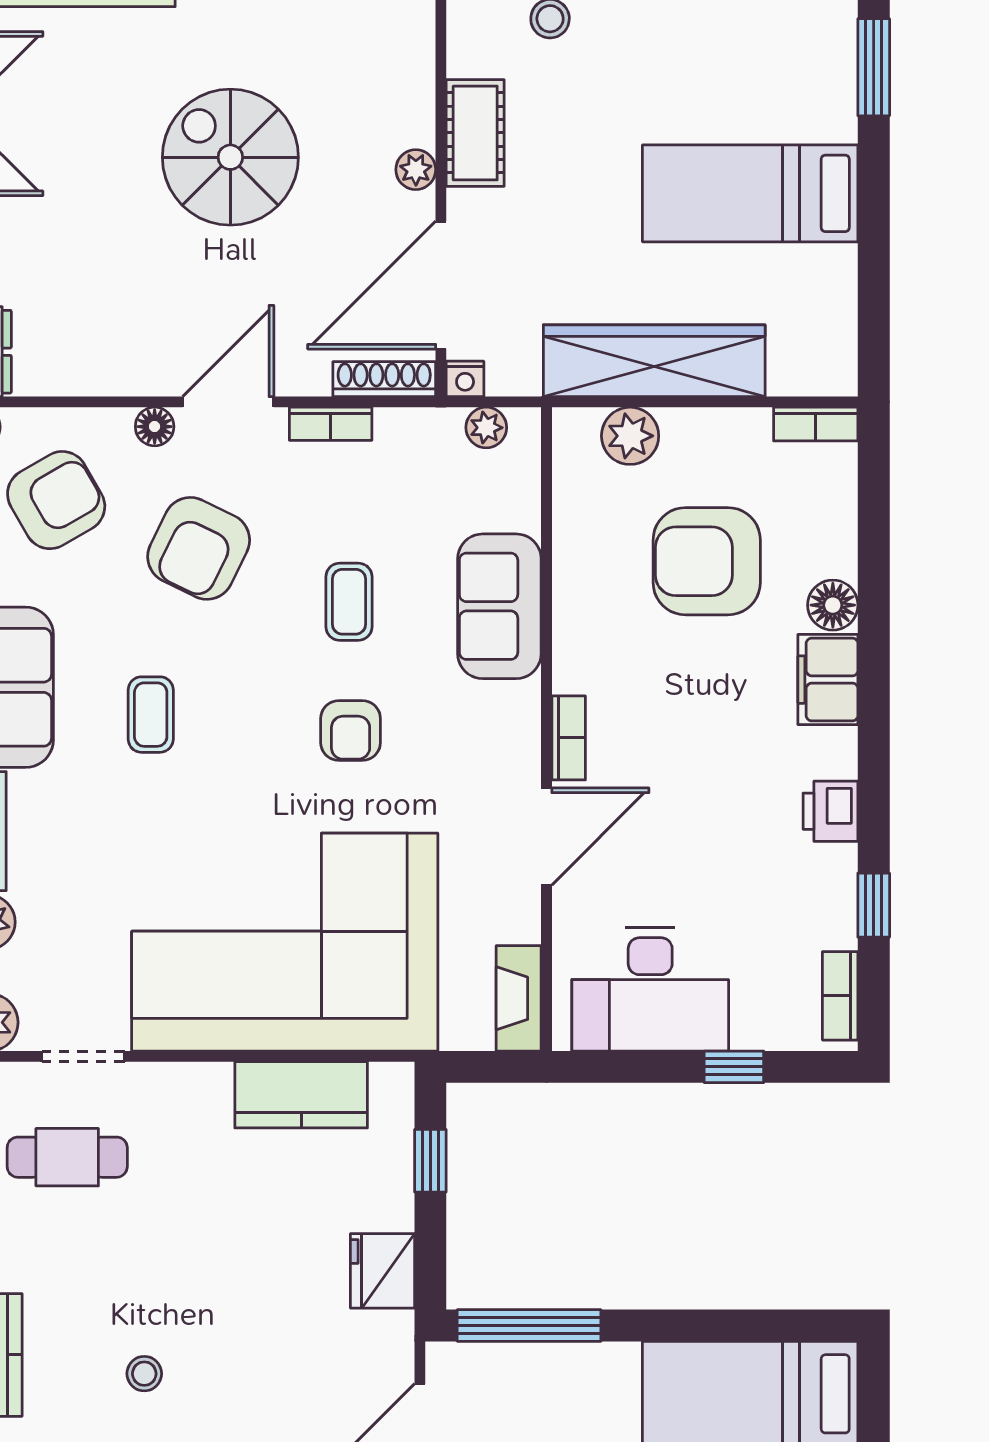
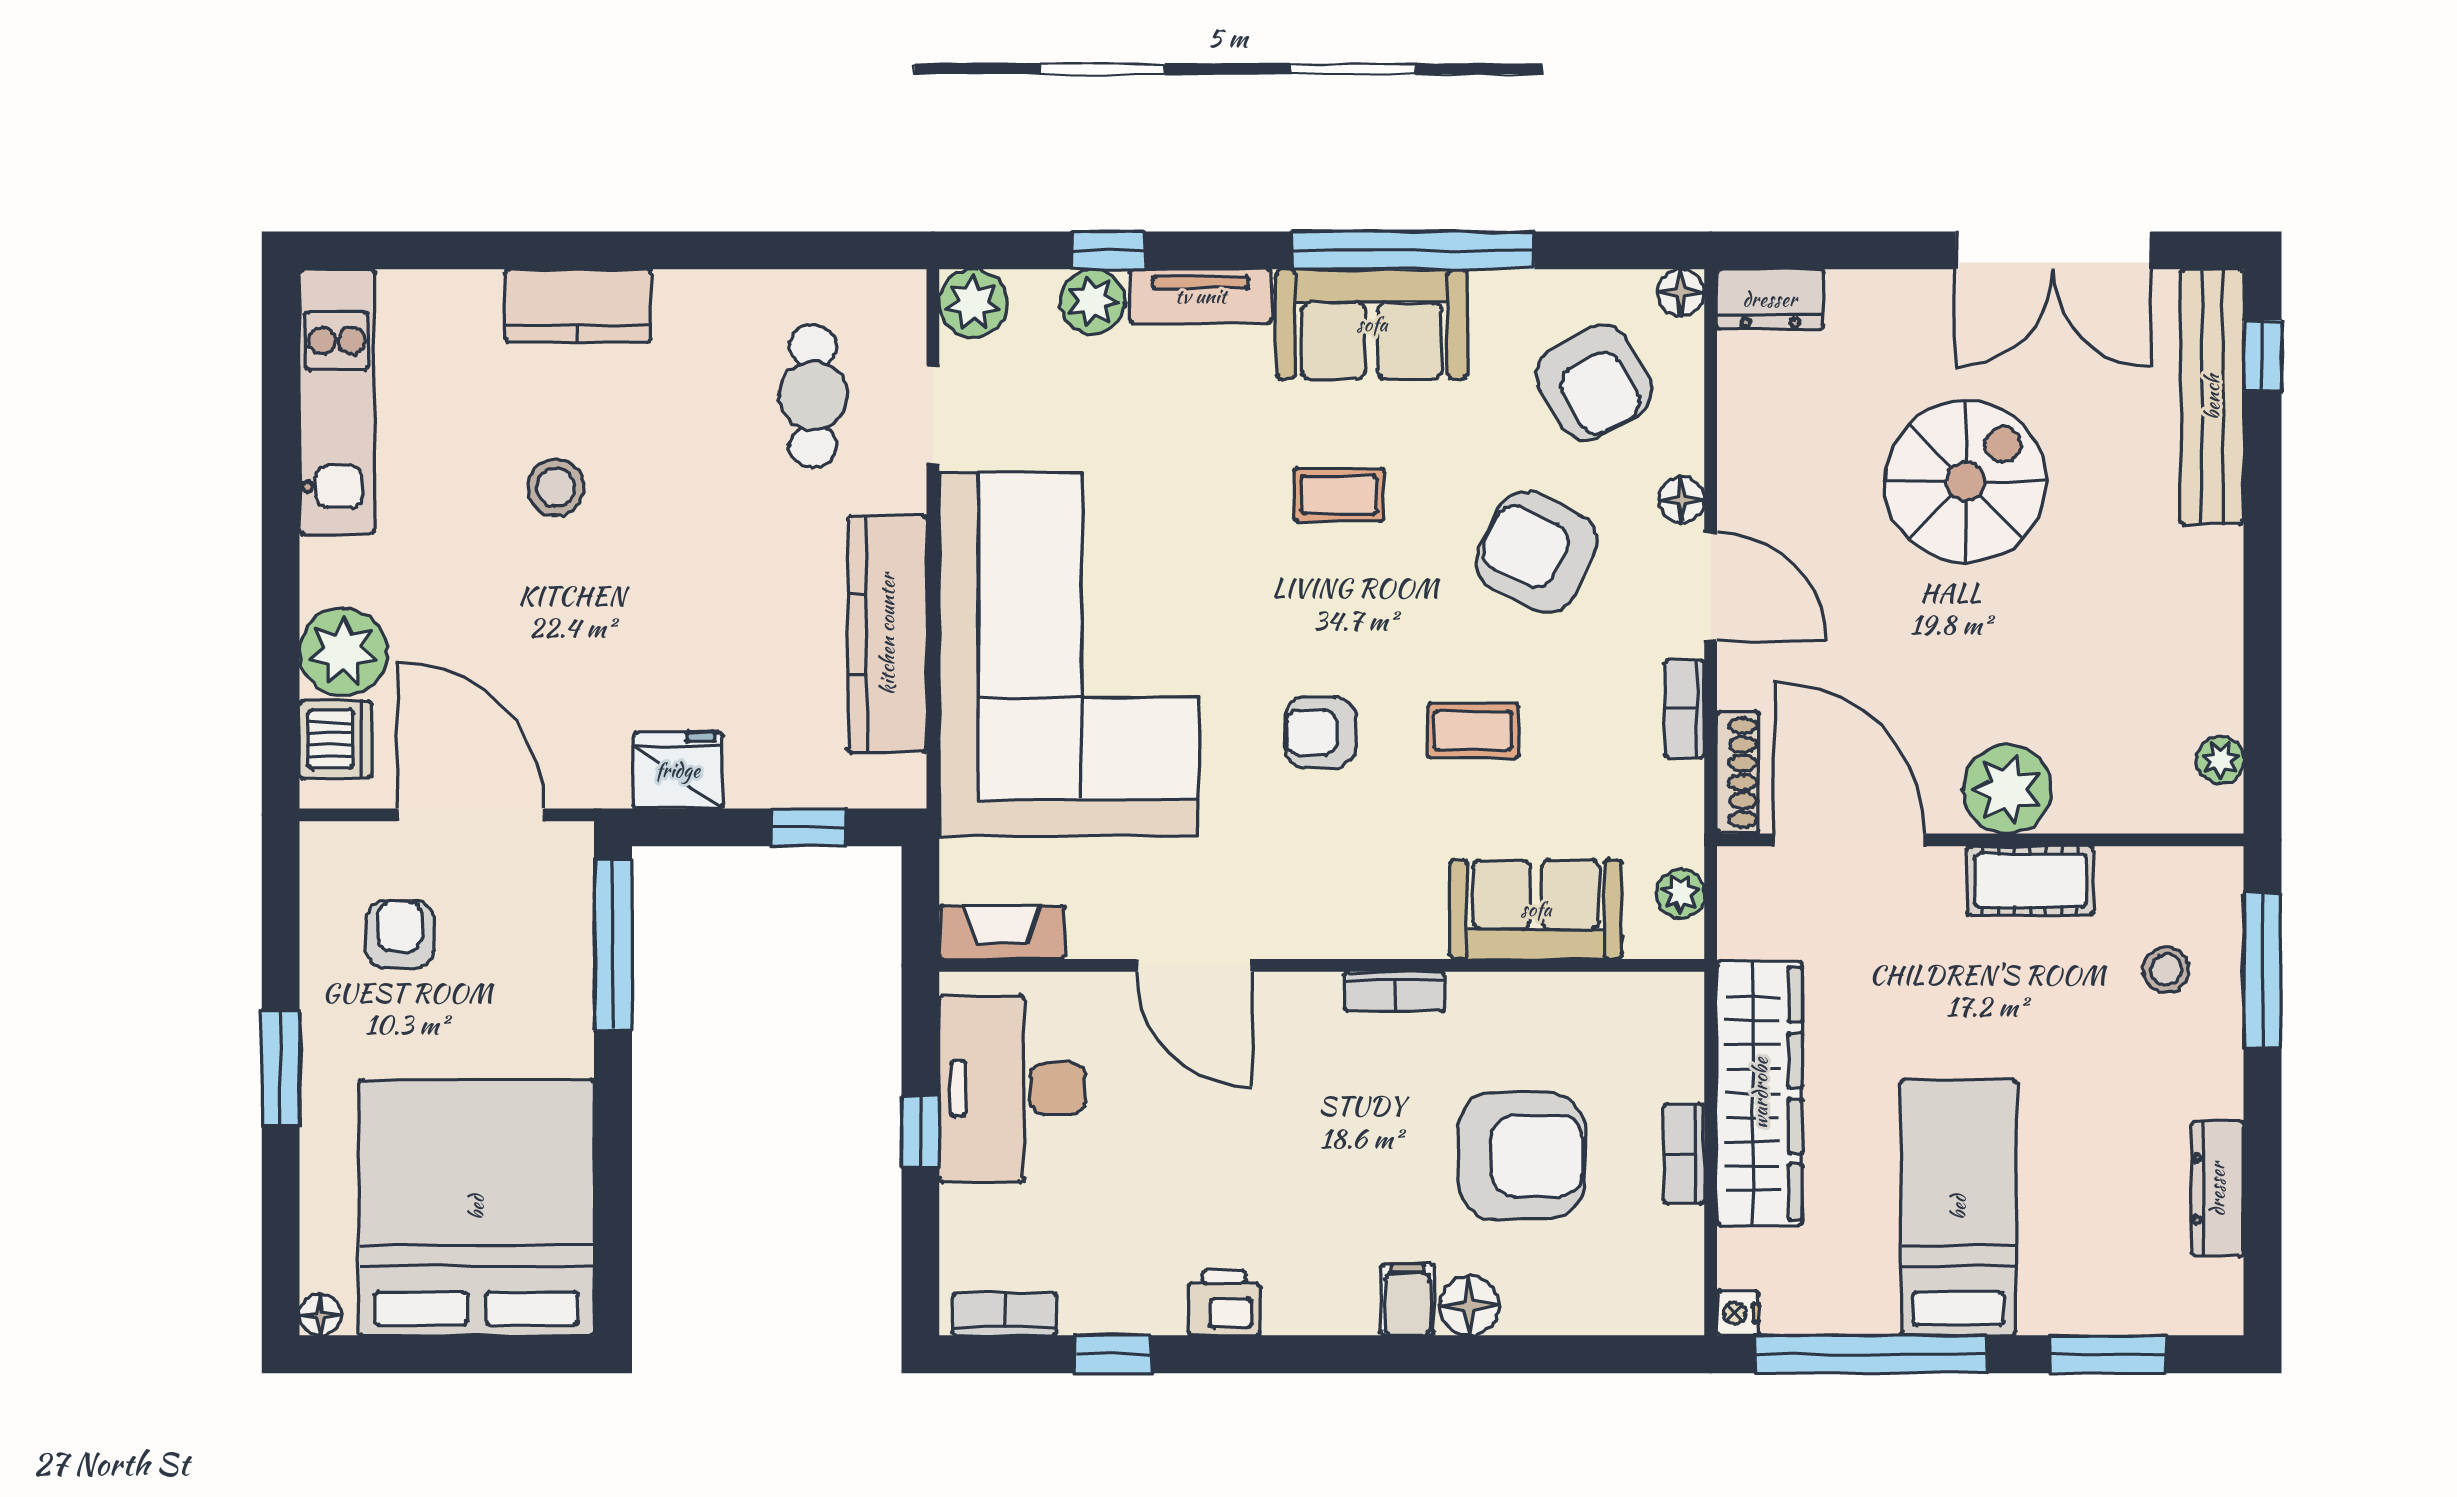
spiral stairs: (230, 157) -> (1966, 482), moved
plant: (416, 170) -> (2007, 789), width x1.88, depth x1.88
window: (874, 267) -> (1871, 1354), added
nightstand: (465, 379) -> (1738, 1313), moved
bookcase: (816, 424) -> (1684, 1154), moved
plant: (630, 436) -> (1670, 1065), removed
armchair: (707, 561) -> (1521, 1156), turned 90
sofa: (499, 606) -> (1536, 909), moved
filing cabinet: (828, 680) -> (1408, 1300), width x0.50
bookcase: (569, 738) -> (1394, 992), moved
window: (734, 1067) -> (920, 1132), moved
kitchen counter: (301, 1095) -> (887, 634), width x1.50
stool: (144, 1374) -> (556, 487), width x1.37, depth x1.37

